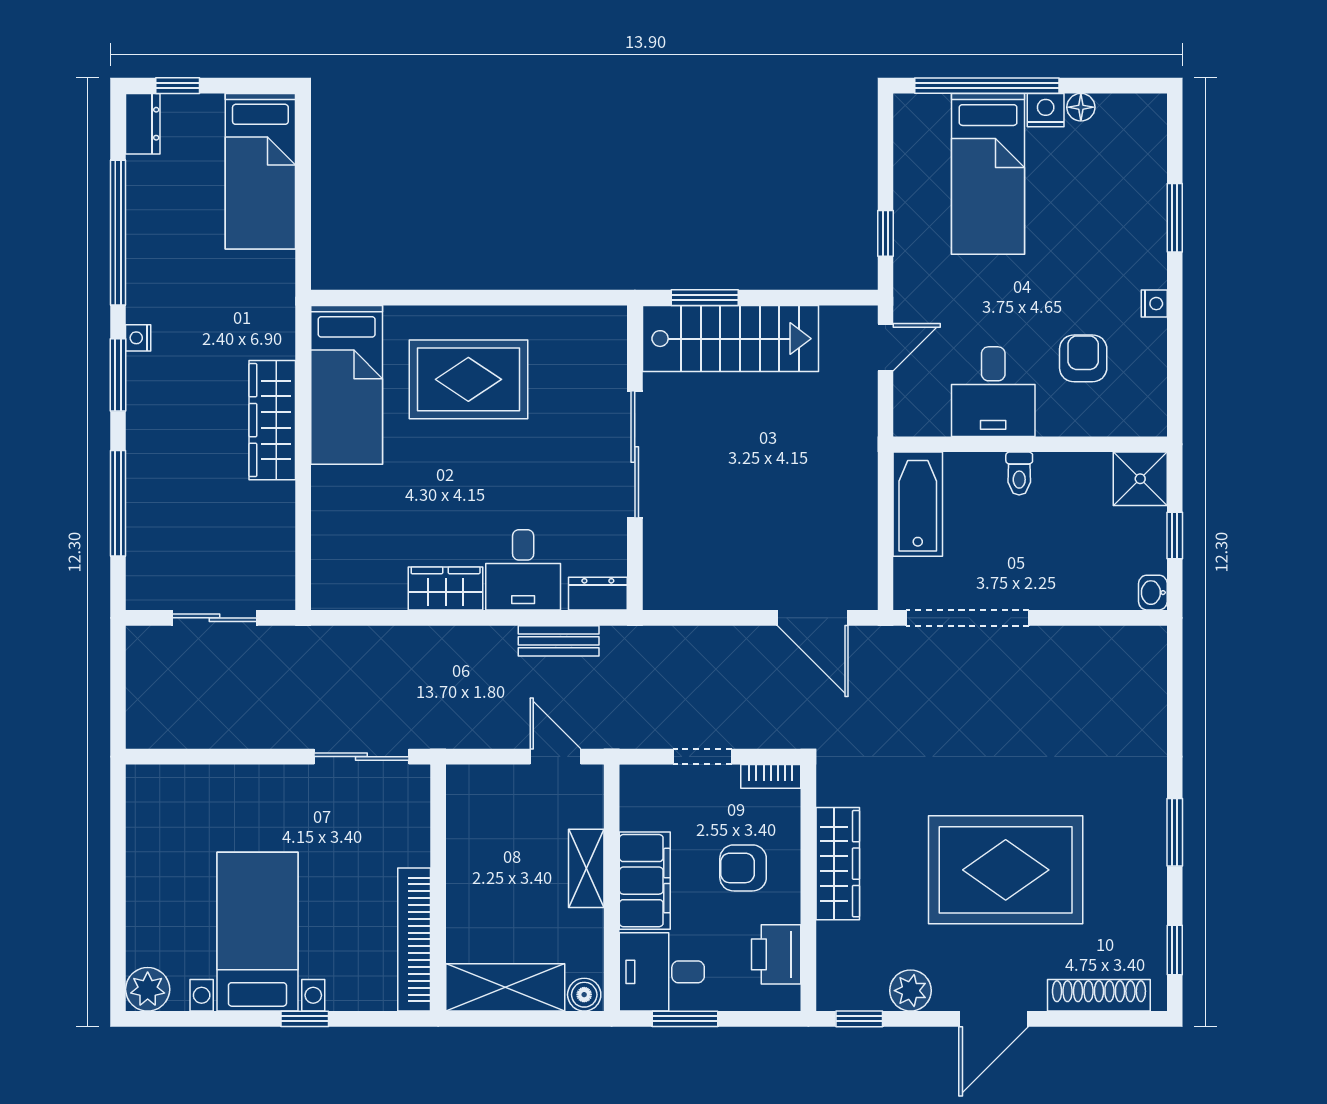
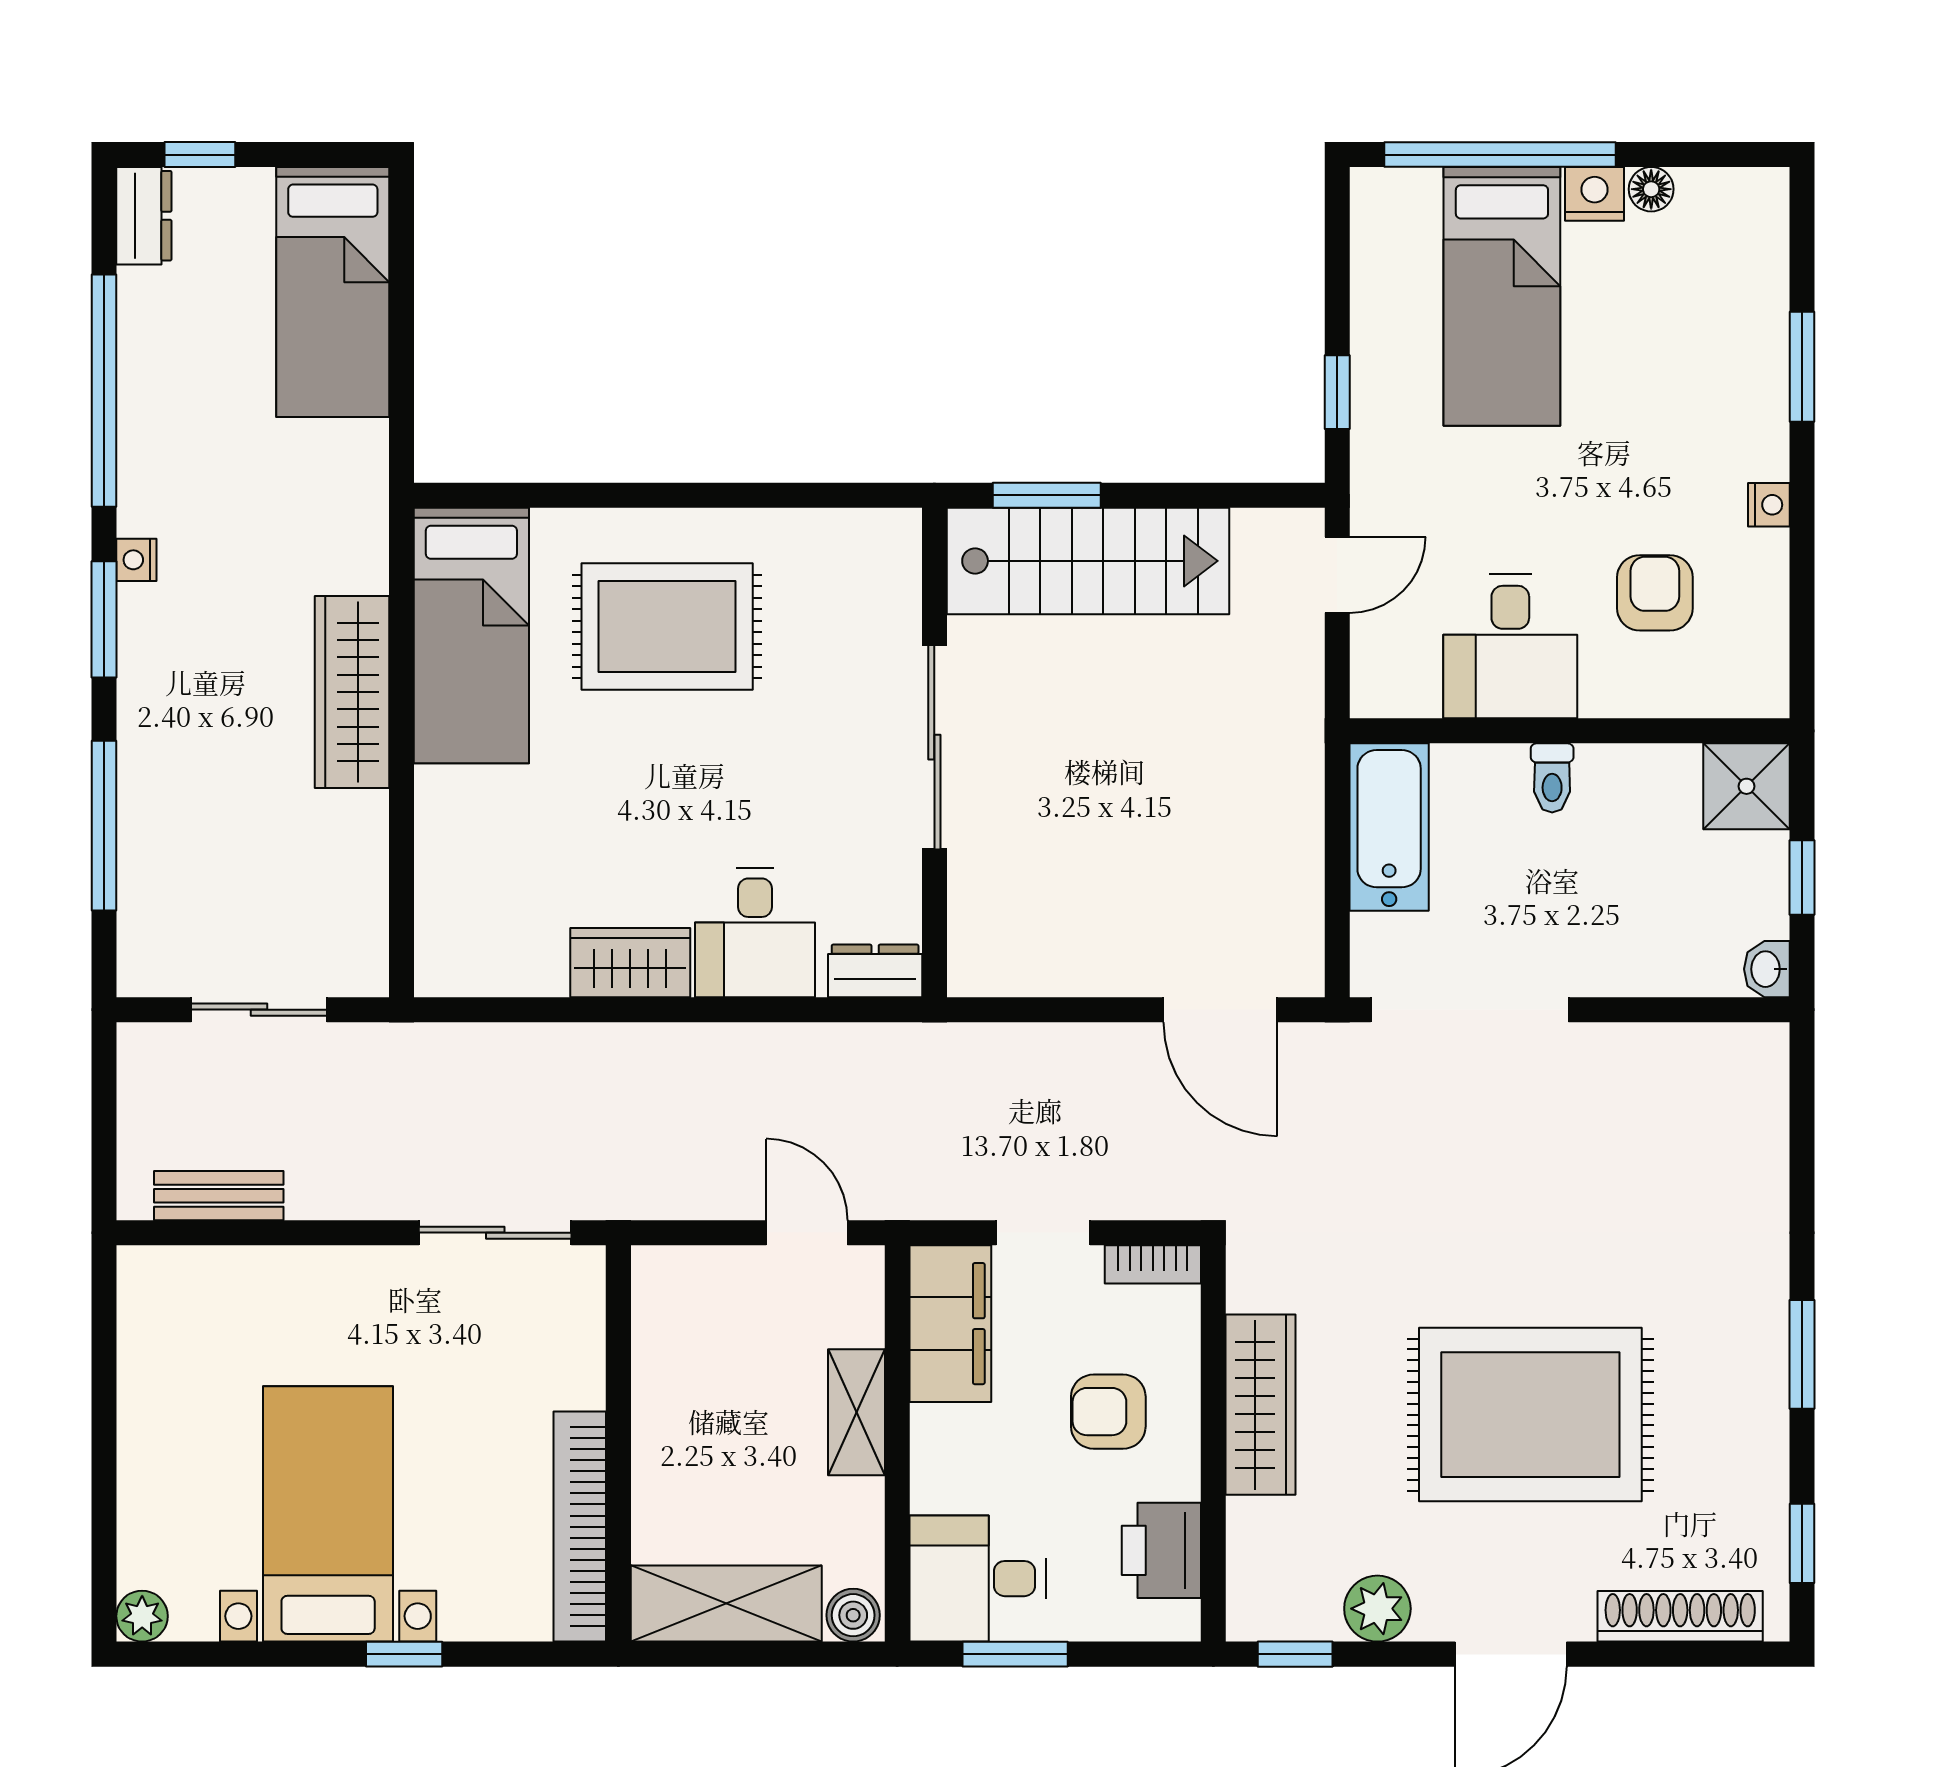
bench: (559, 641) -> (219, 1196), moved
filing cabinet: (645, 881) -> (950, 1324), moved
plant: (148, 989) -> (142, 1616), width x0.73, depth x0.73

